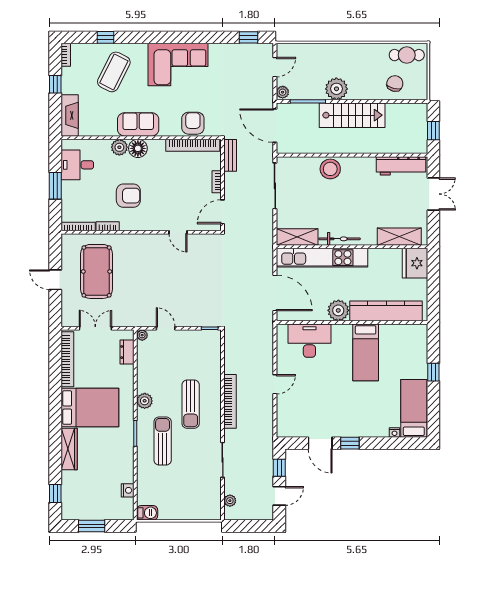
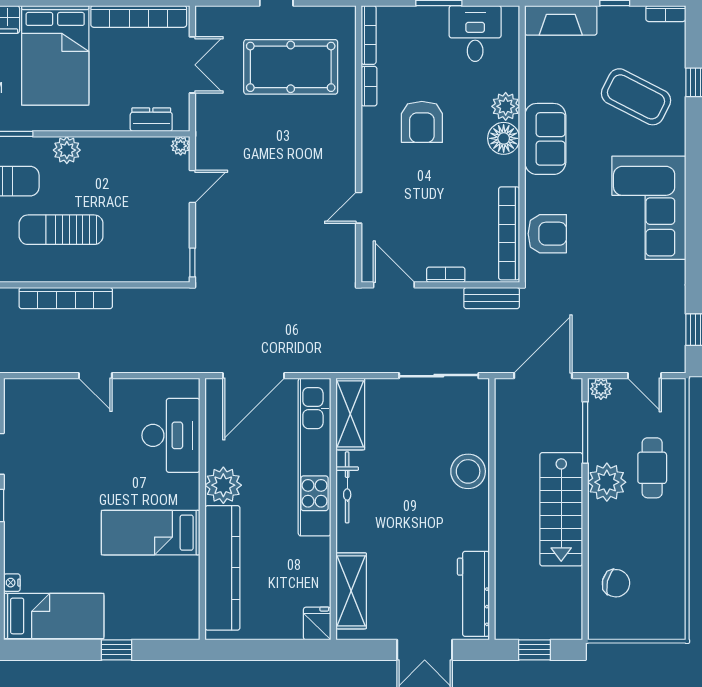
cafe table: (407, 55) -> (652, 468), moved
fridge: (415, 263) -> (317, 623), width x0.53, depth x0.75

